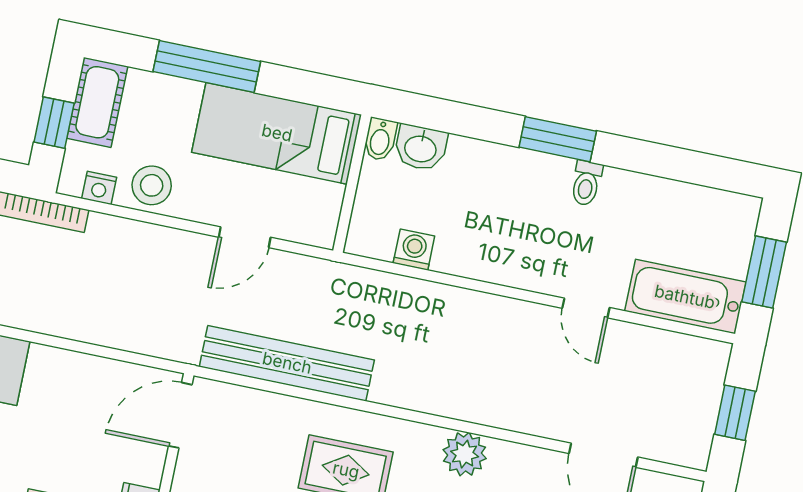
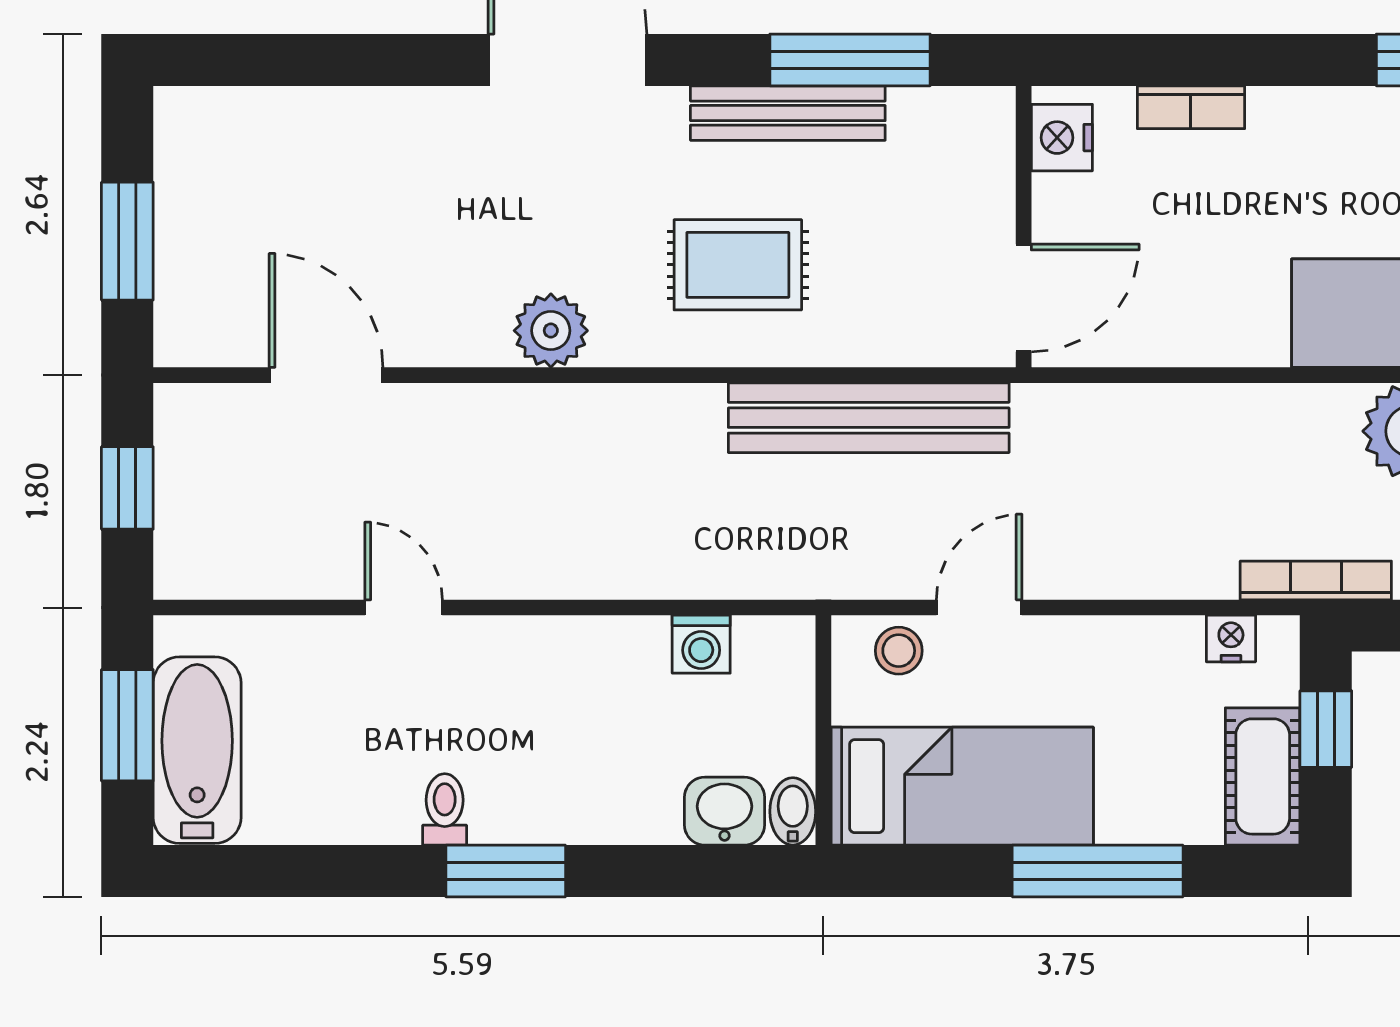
stool: (152, 185) -> (899, 651), moved, width x0.73, depth x0.73
bathtub: (685, 297) -> (197, 750), moved, turned -90

